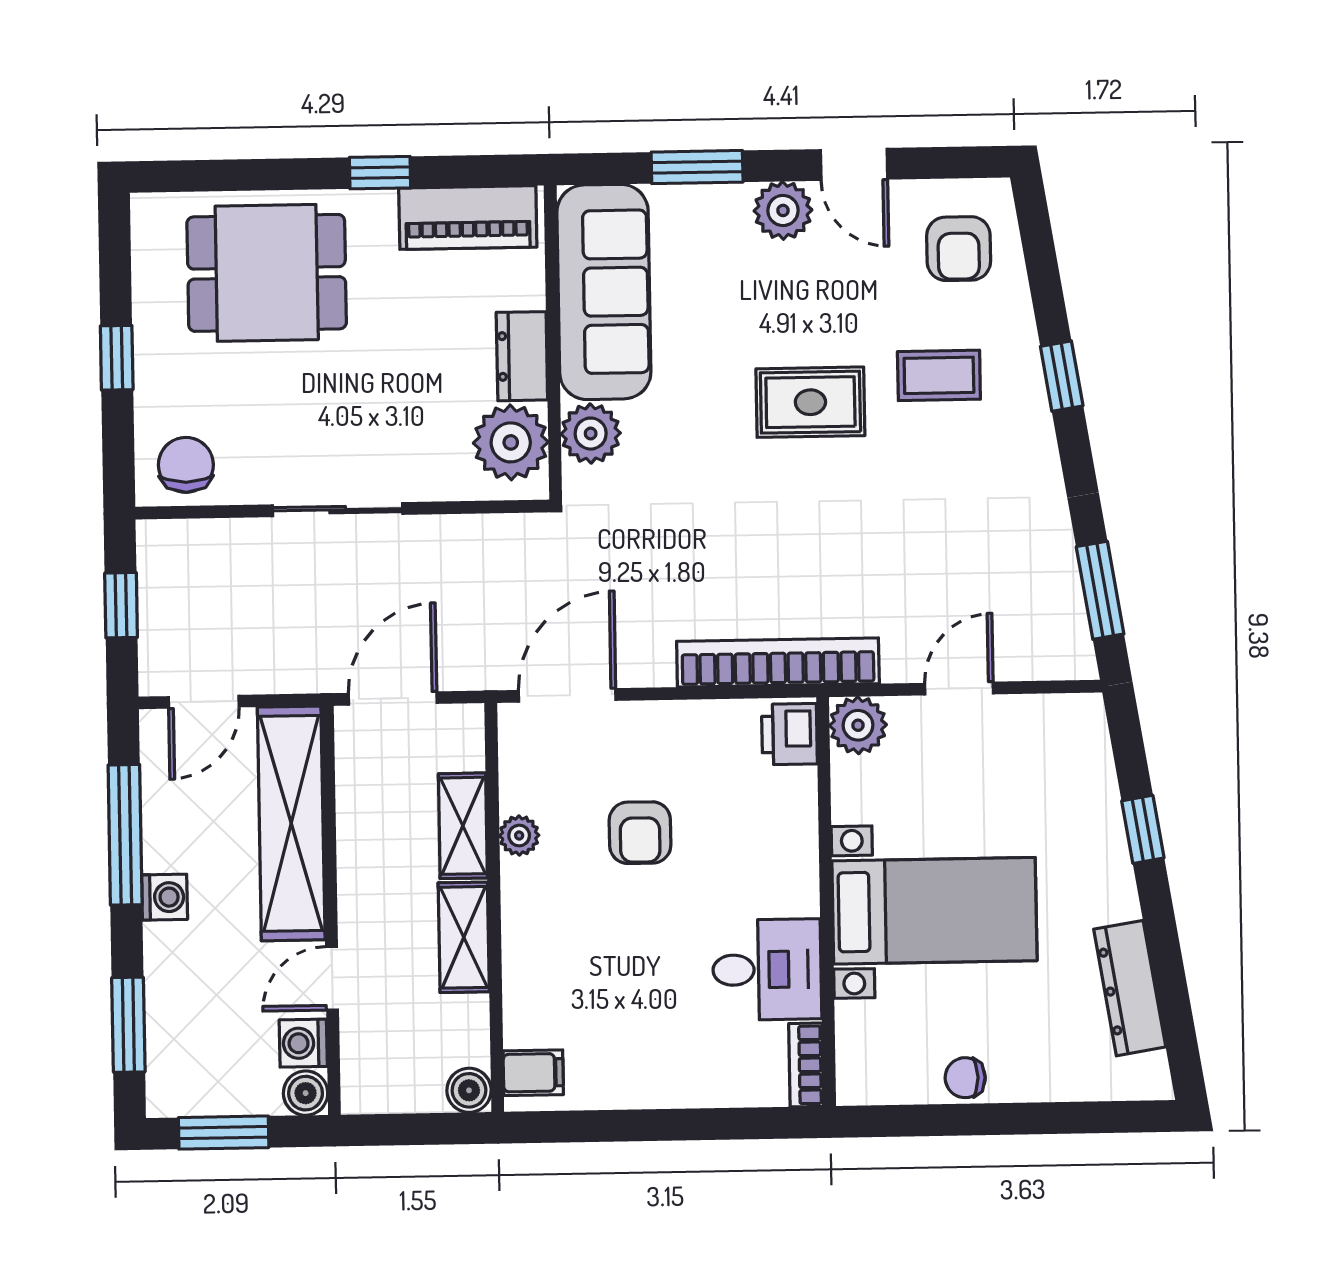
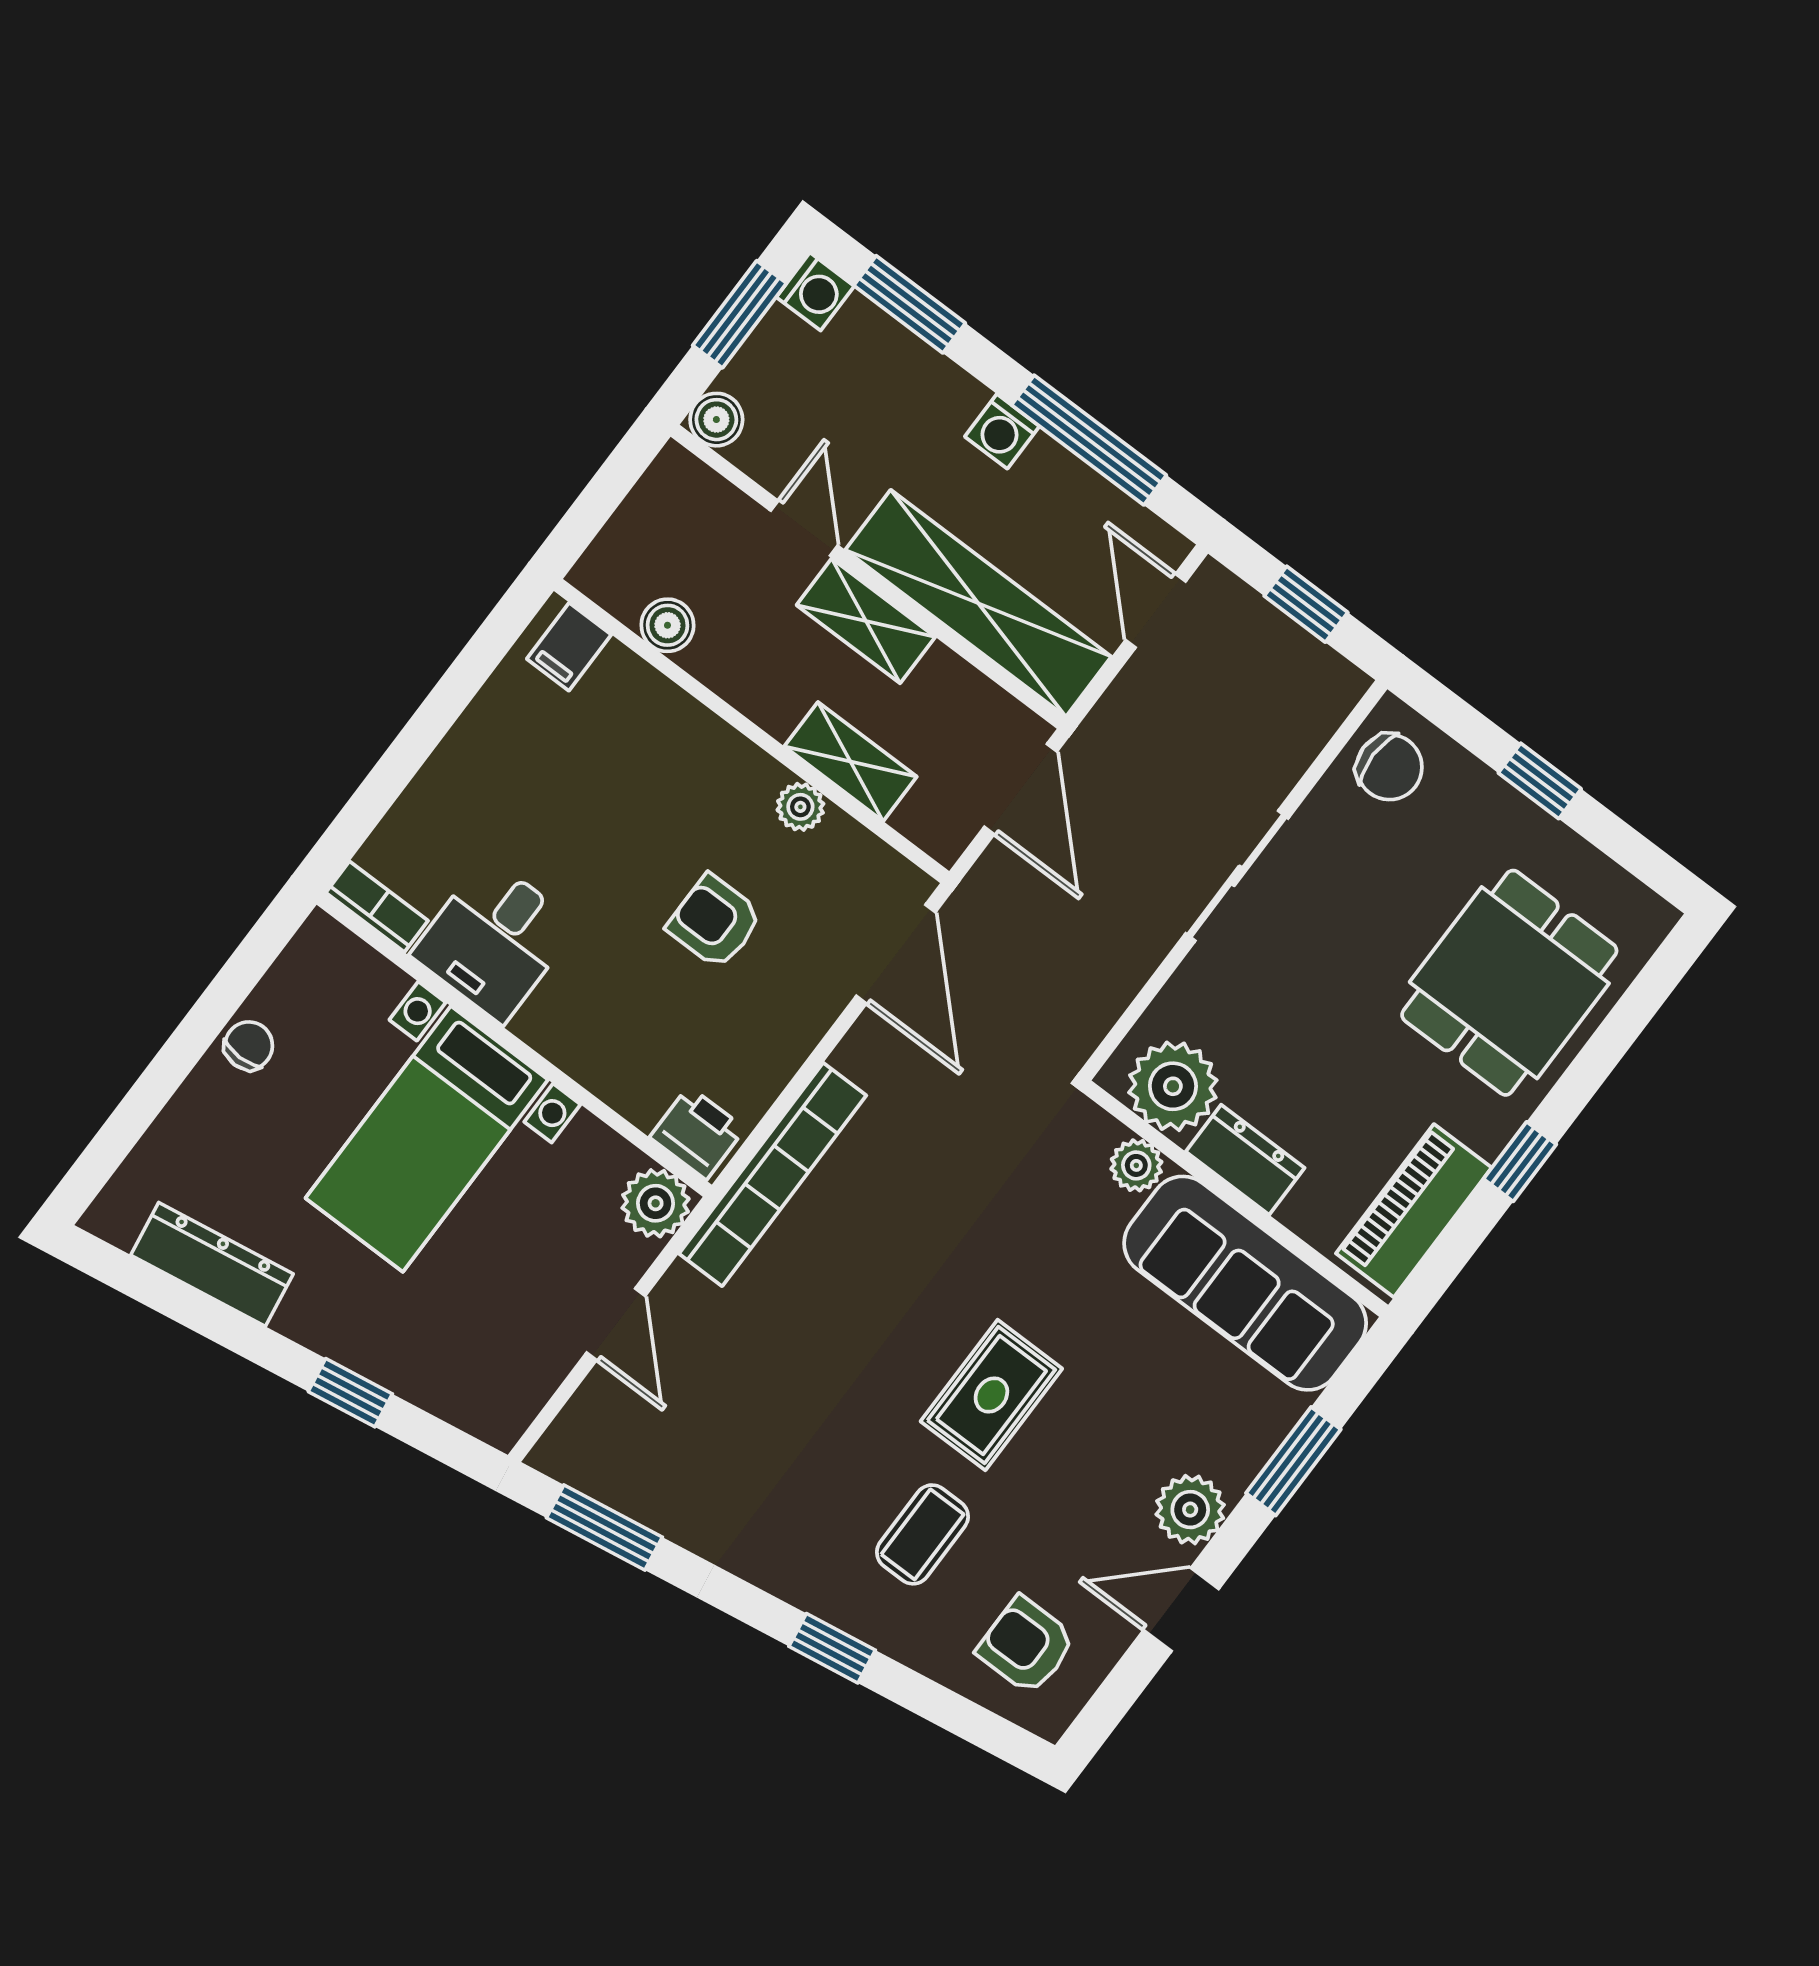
plant: (591, 434) -> (1136, 1165), width x0.73, depth x0.73
shelving: (464, 937) -> (866, 621), moved
washing machine: (303, 1043) -> (815, 292), moved, turned 90
boiler: (469, 1090) -> (667, 625), moved

